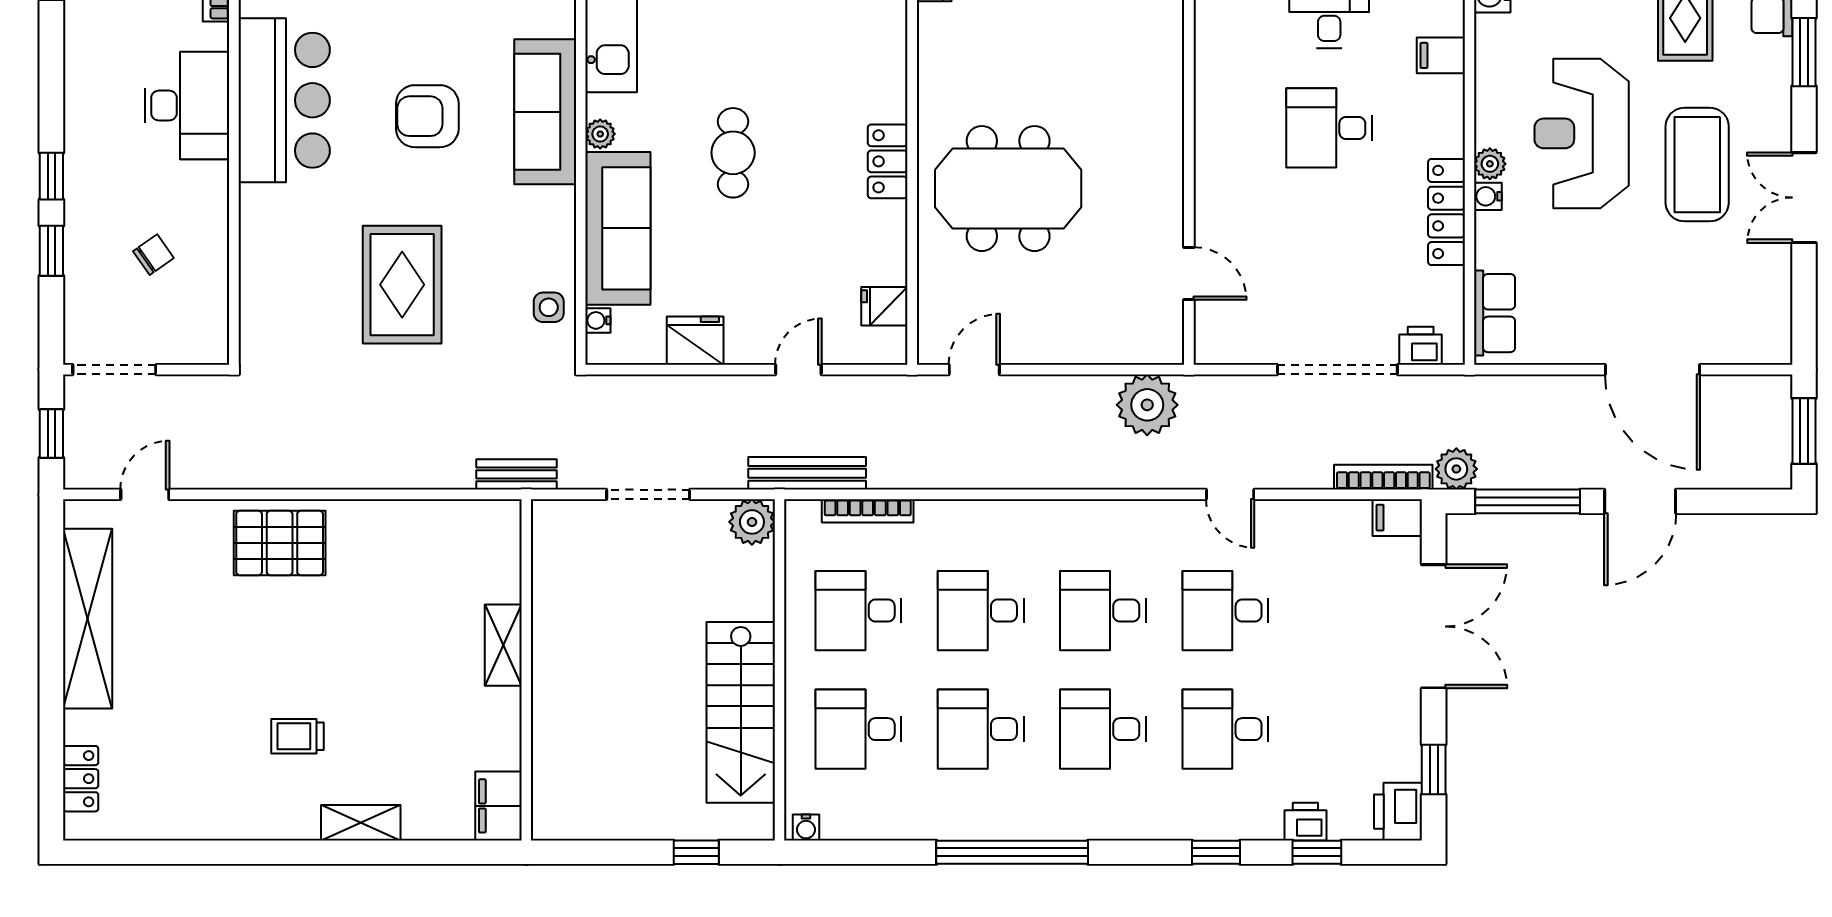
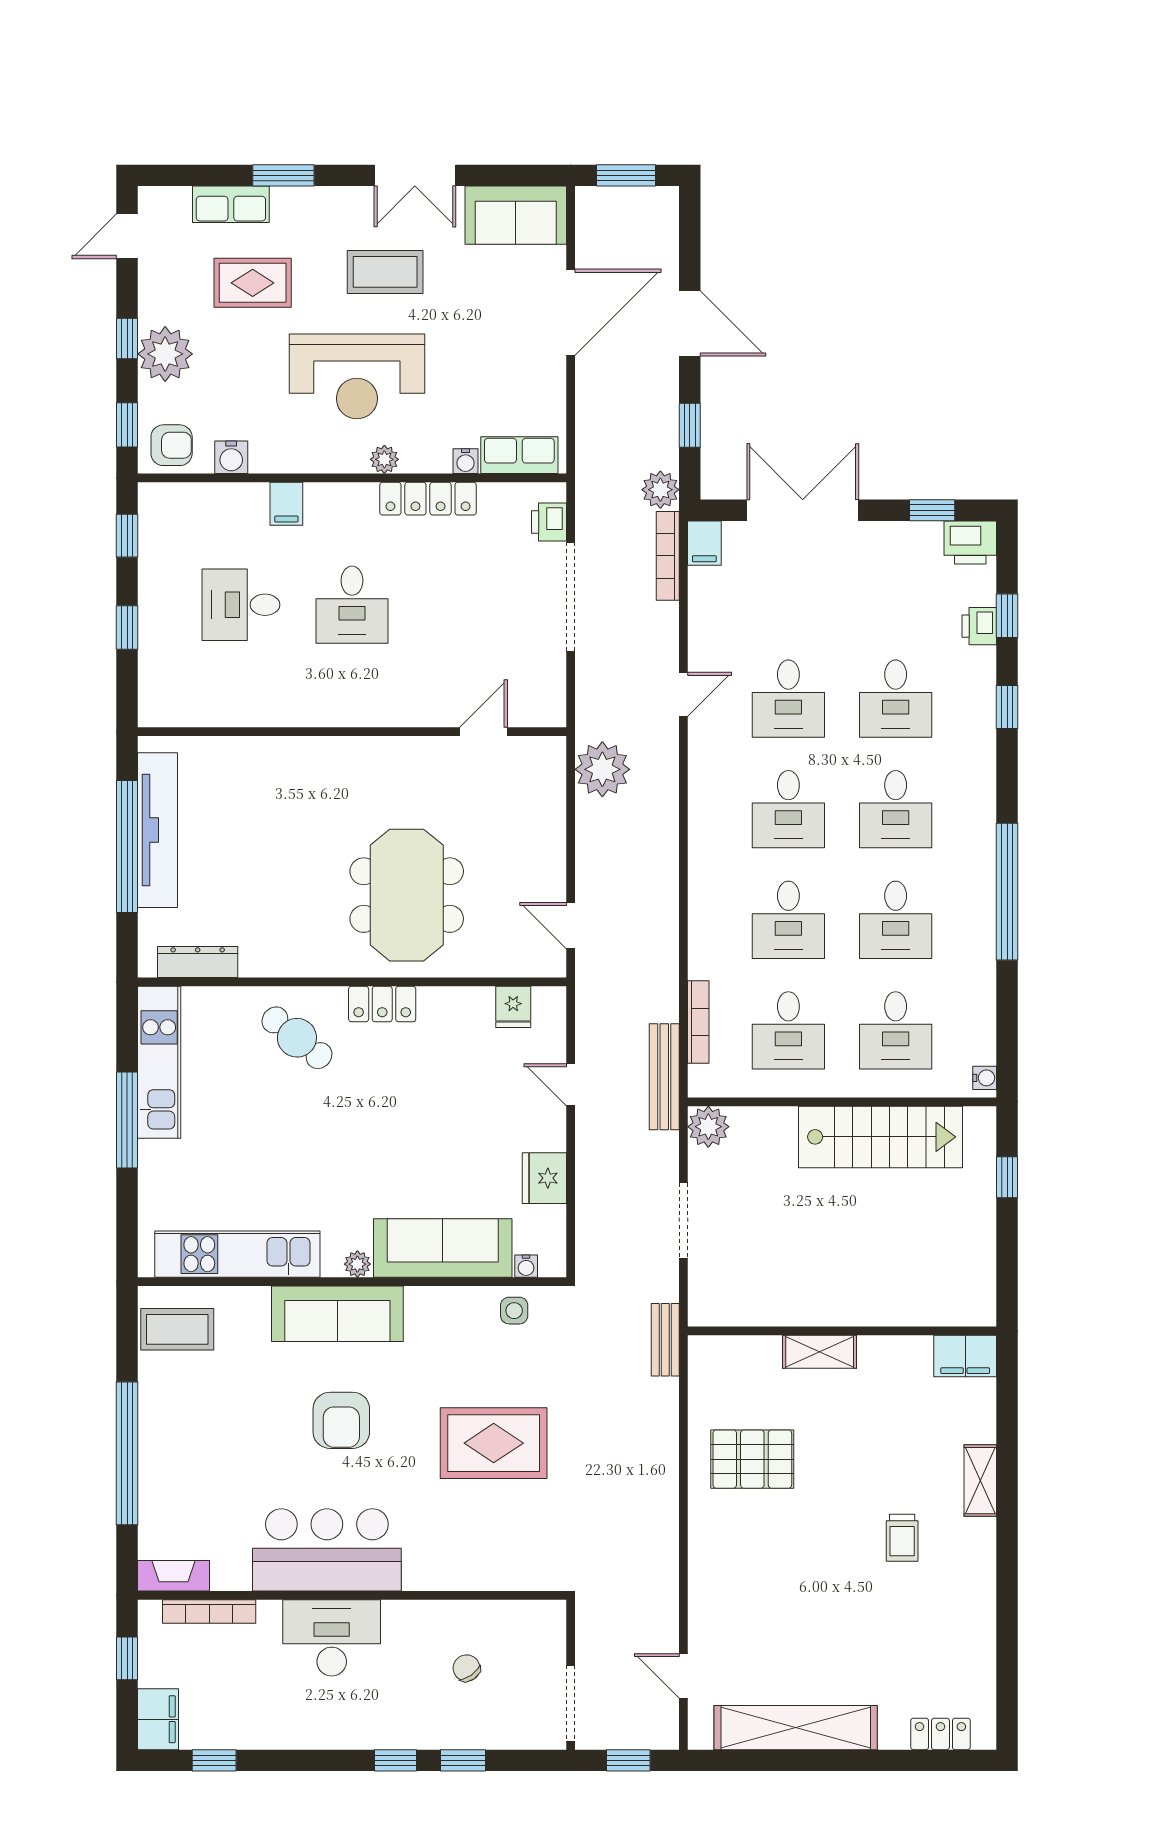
cafe table: (733, 153) -> (297, 1038), moved, turned 39
coffee table: (1697, 165) -> (385, 272), width x0.73, depth x0.76
water cooler: (1488, 196) -> (466, 461), moved
sofa: (1760, 309) -> (516, 215), added
window: (1528, 501) -> (690, 425), width x0.46
pallet: (280, 543) -> (752, 1459), moved, turned 90

